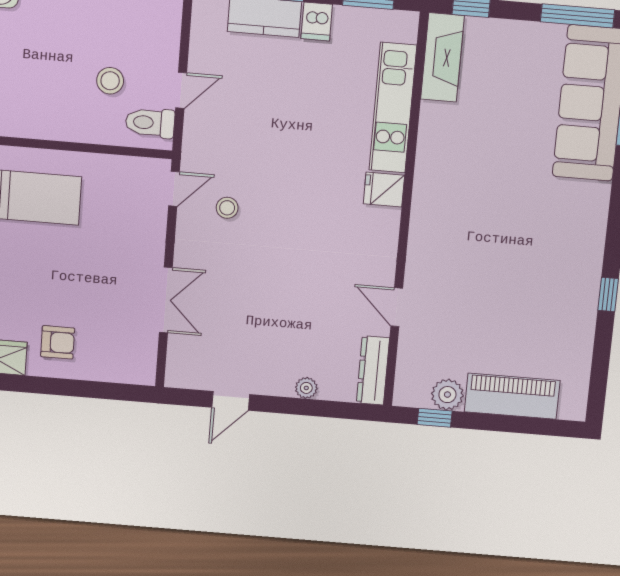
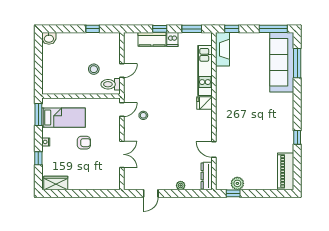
armchair: (58, 342) -> (84, 143), moved
piano: (512, 396) -> (286, 171), moved, turned -90

